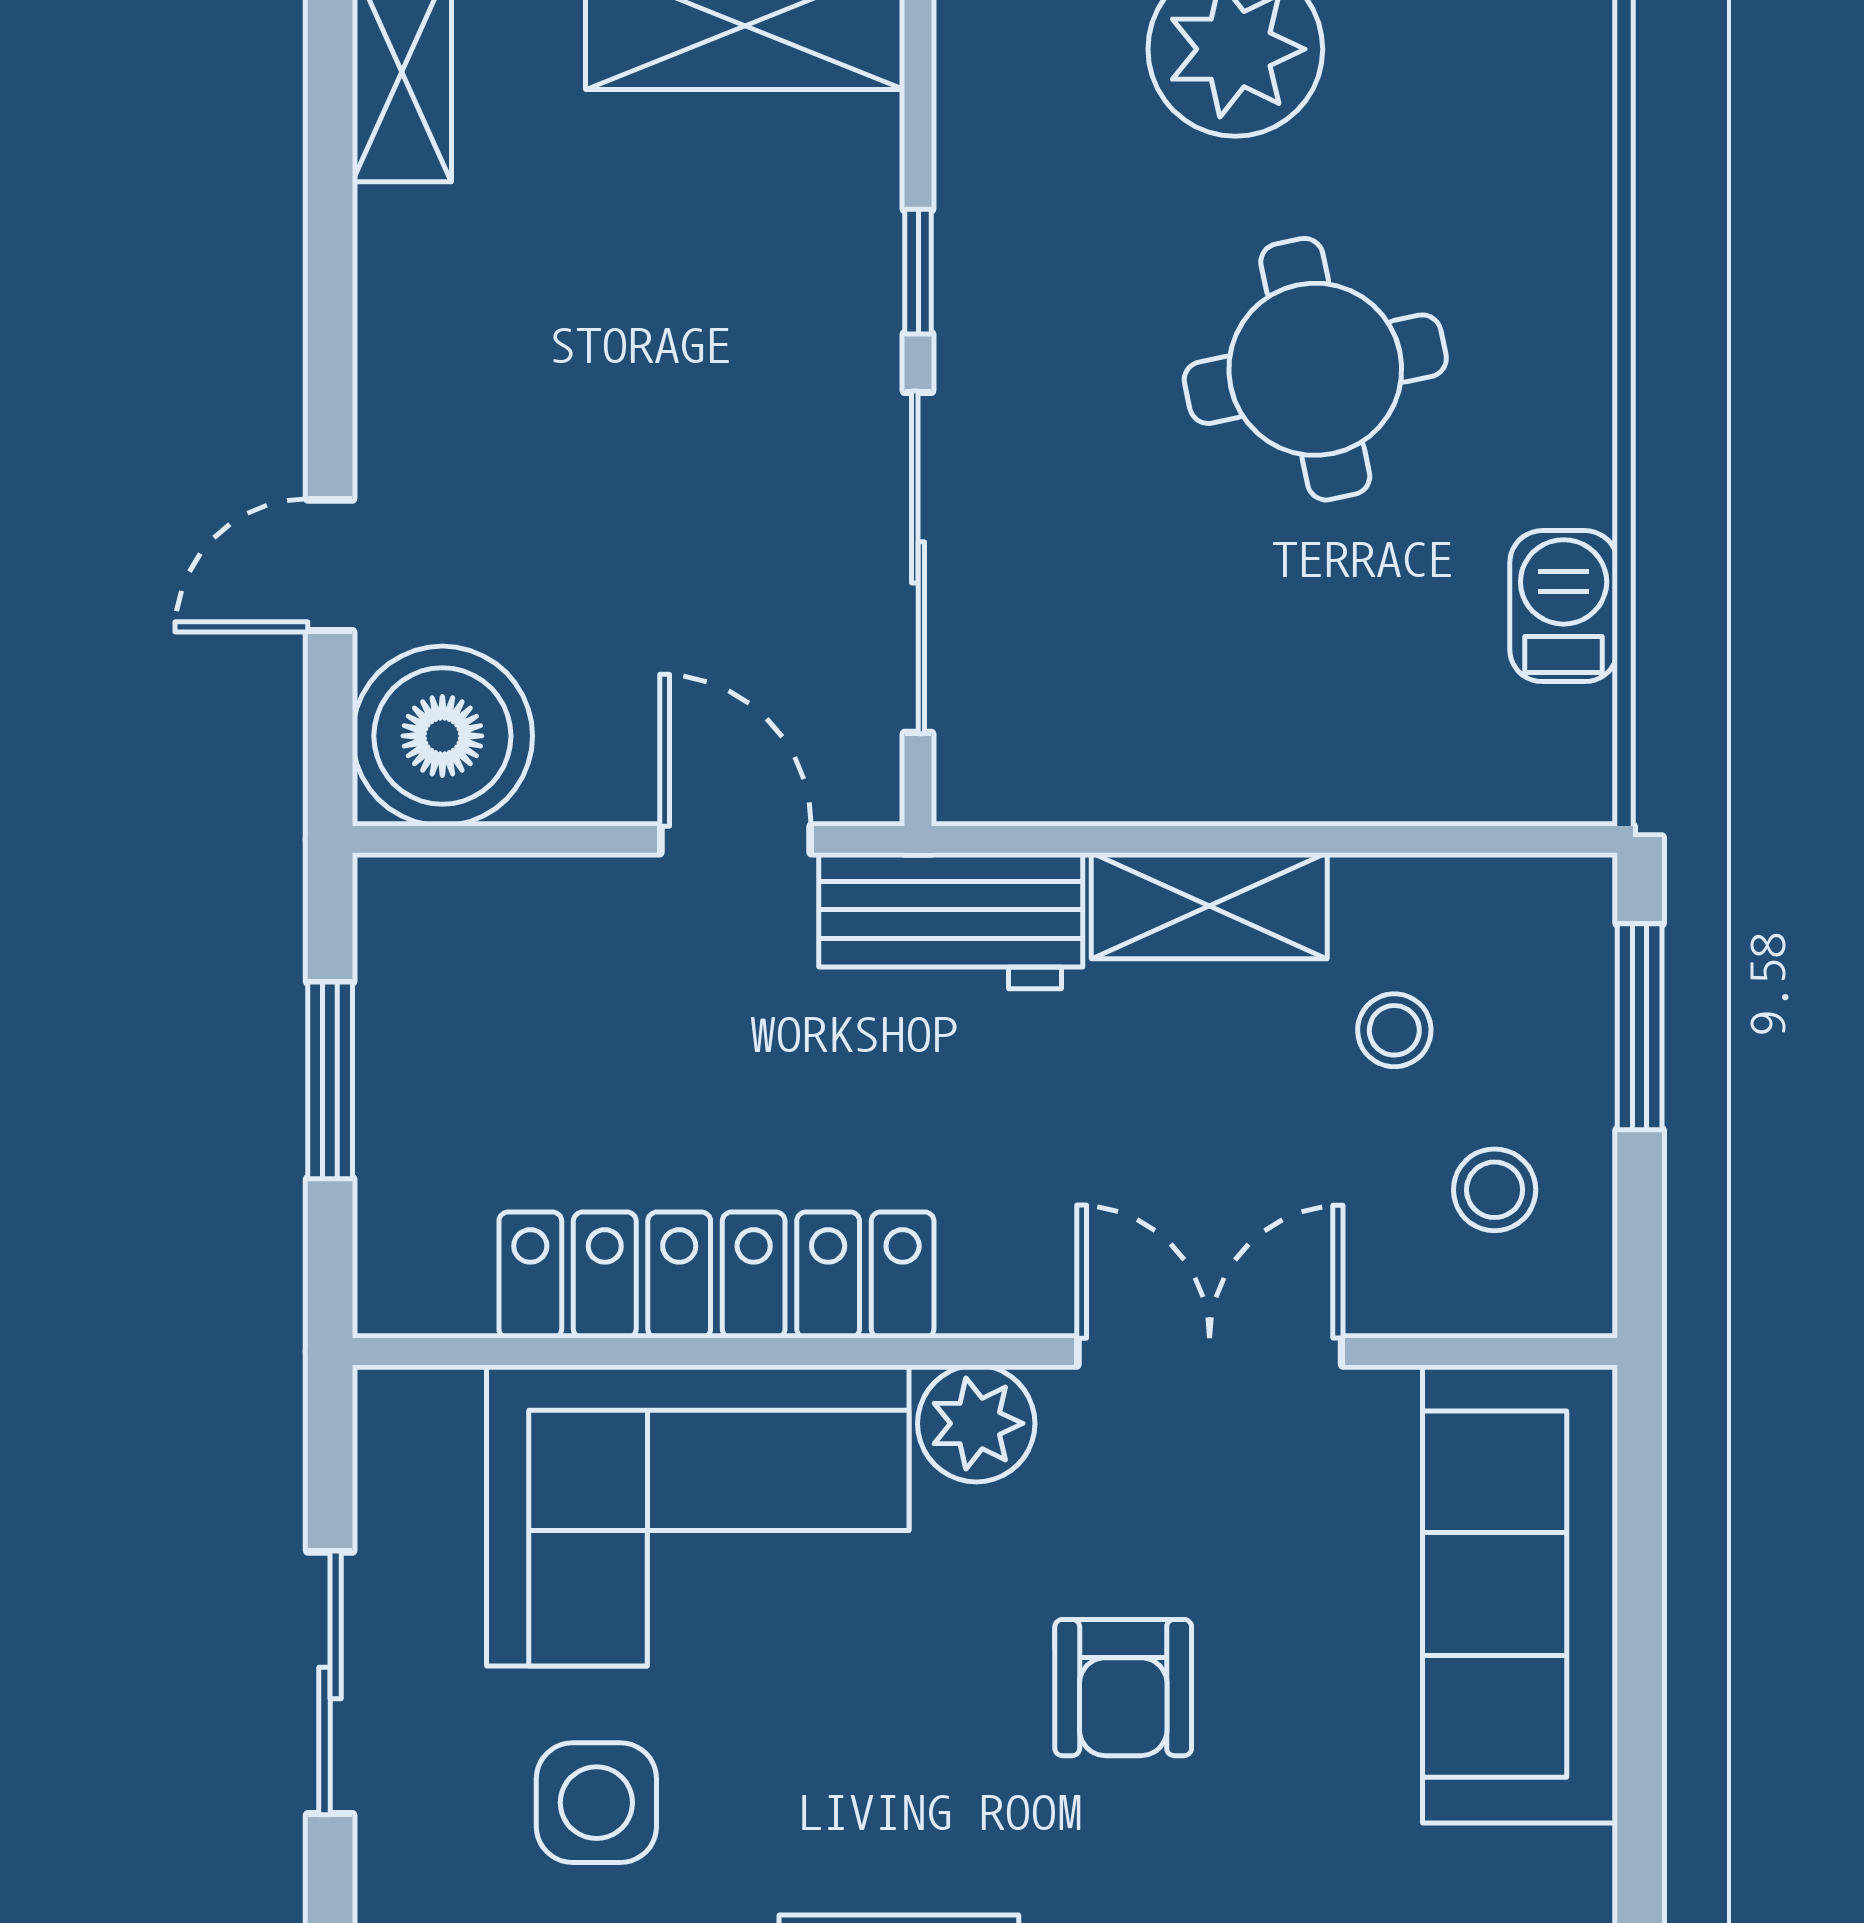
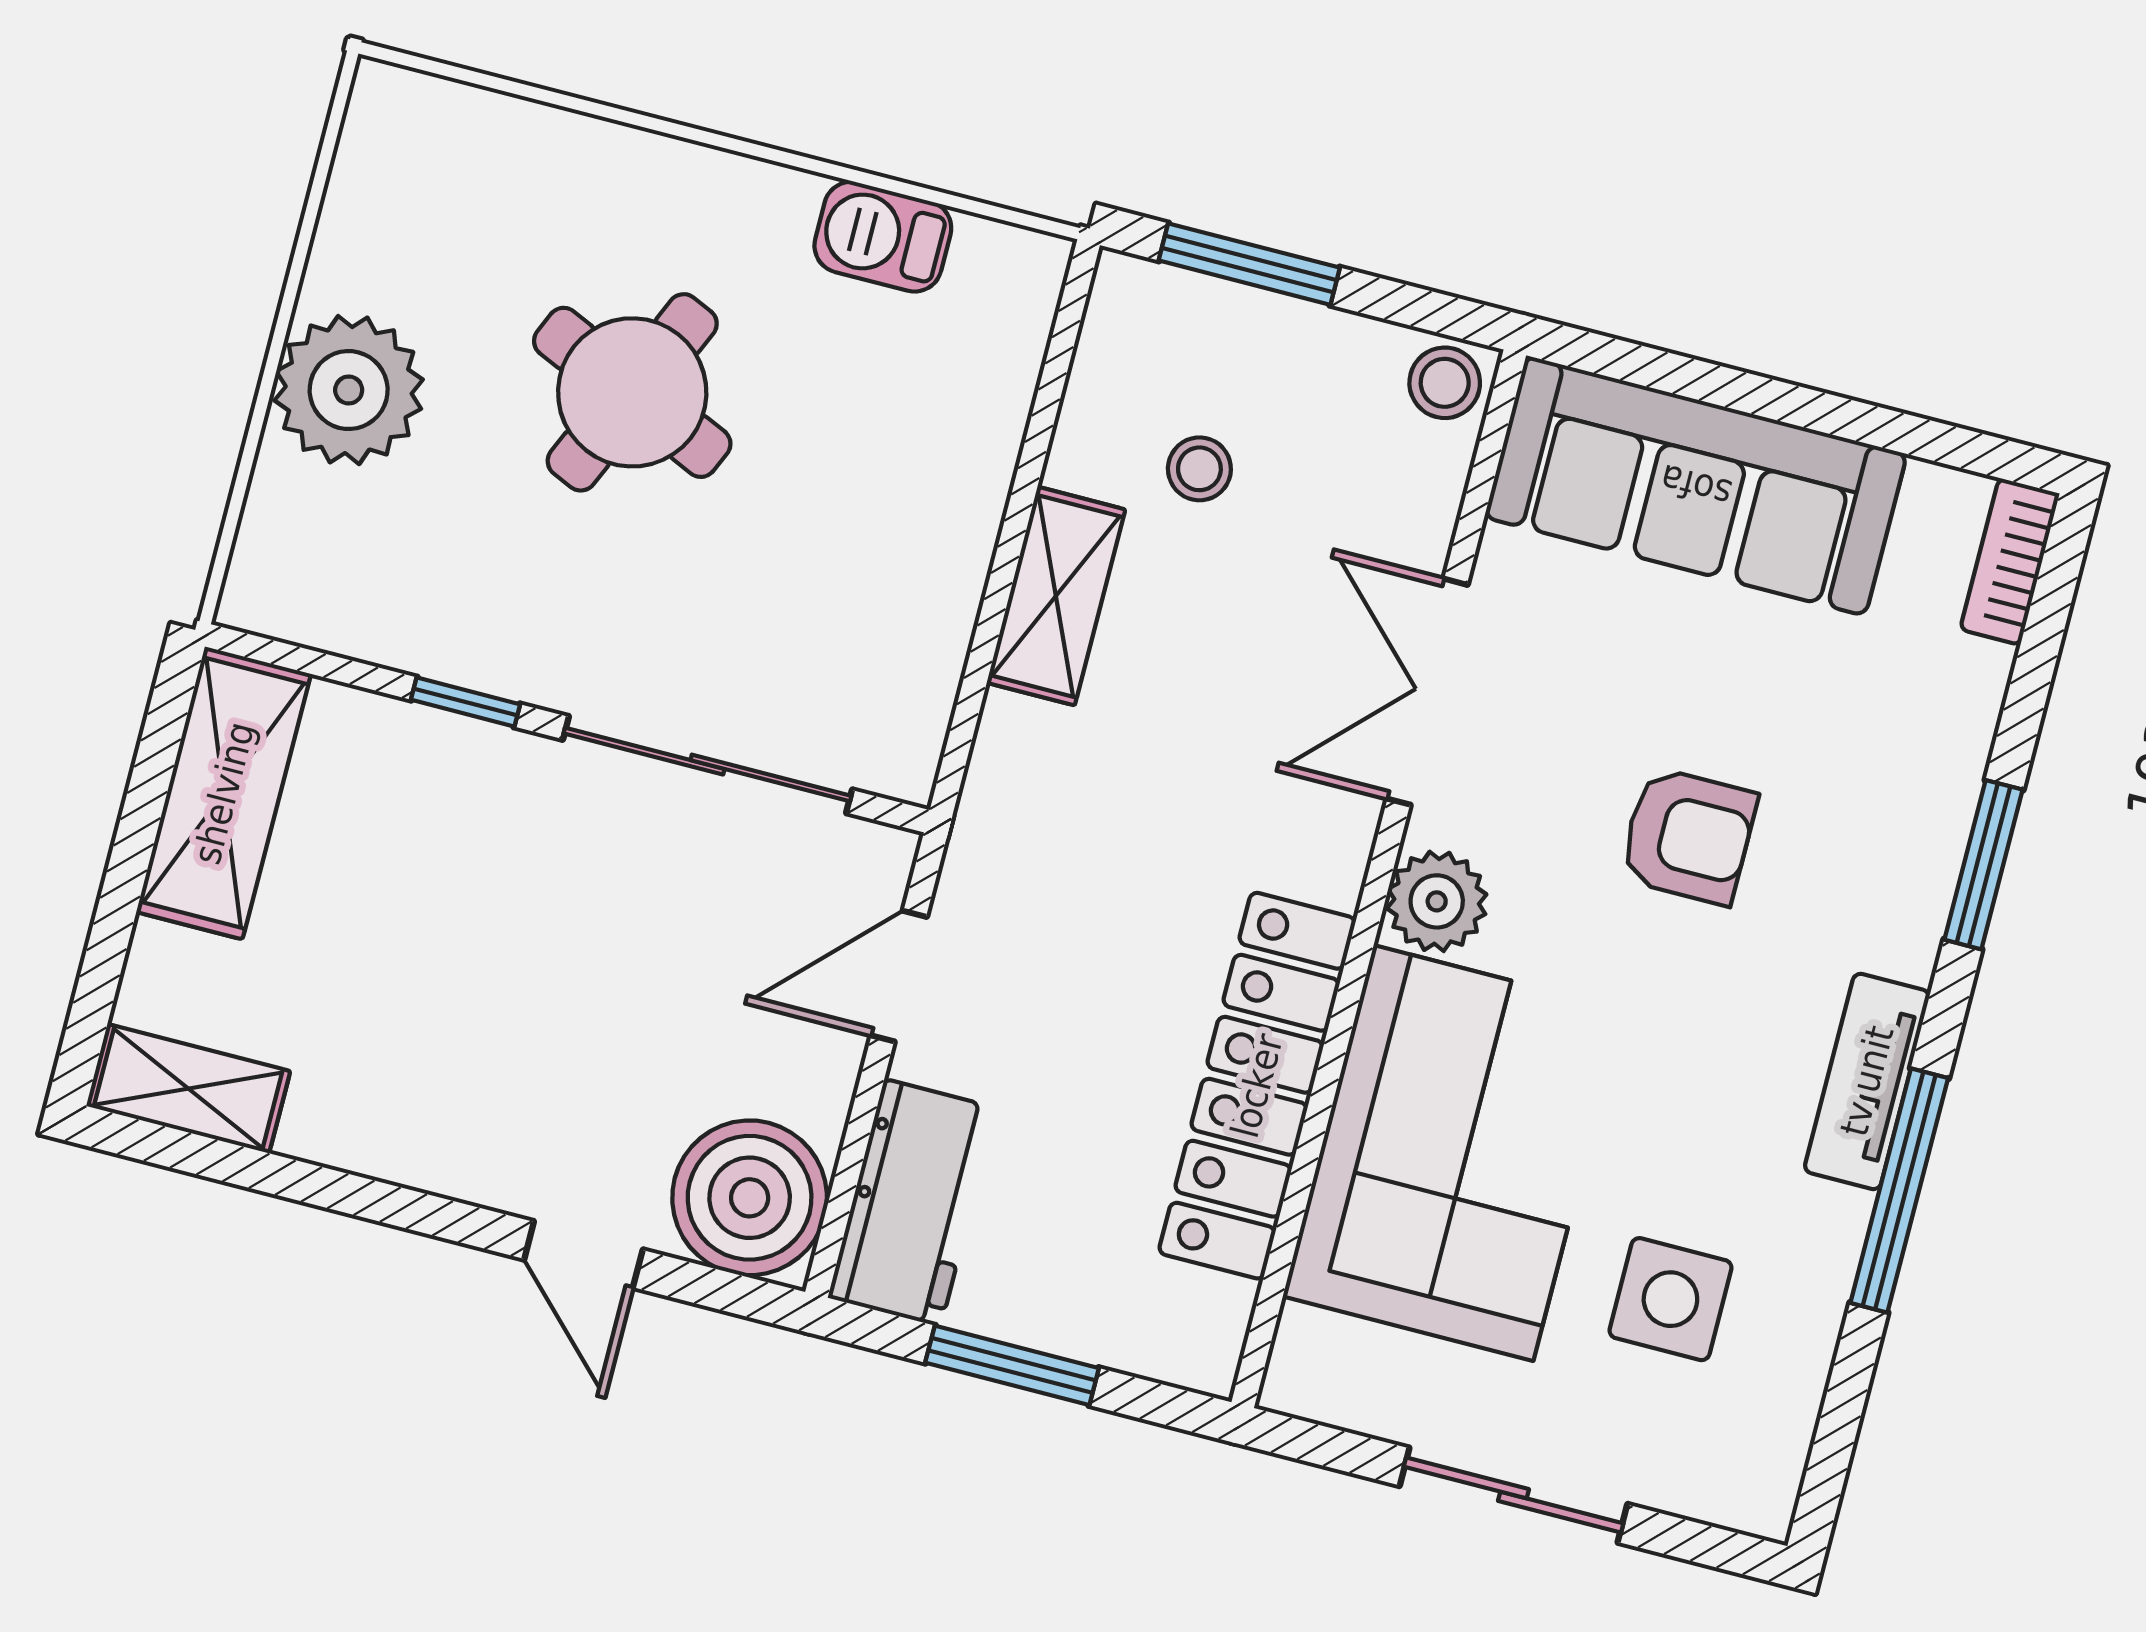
round table: (1315, 369) -> (632, 392), turned 36
workbench: (951, 921) -> (912, 1203), moved
stool: (1495, 1190) -> (1445, 383), moved

